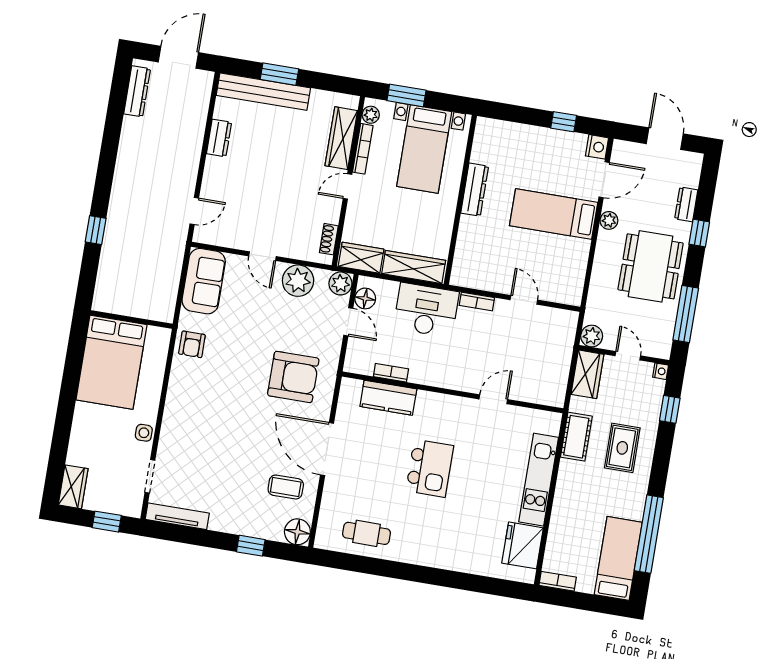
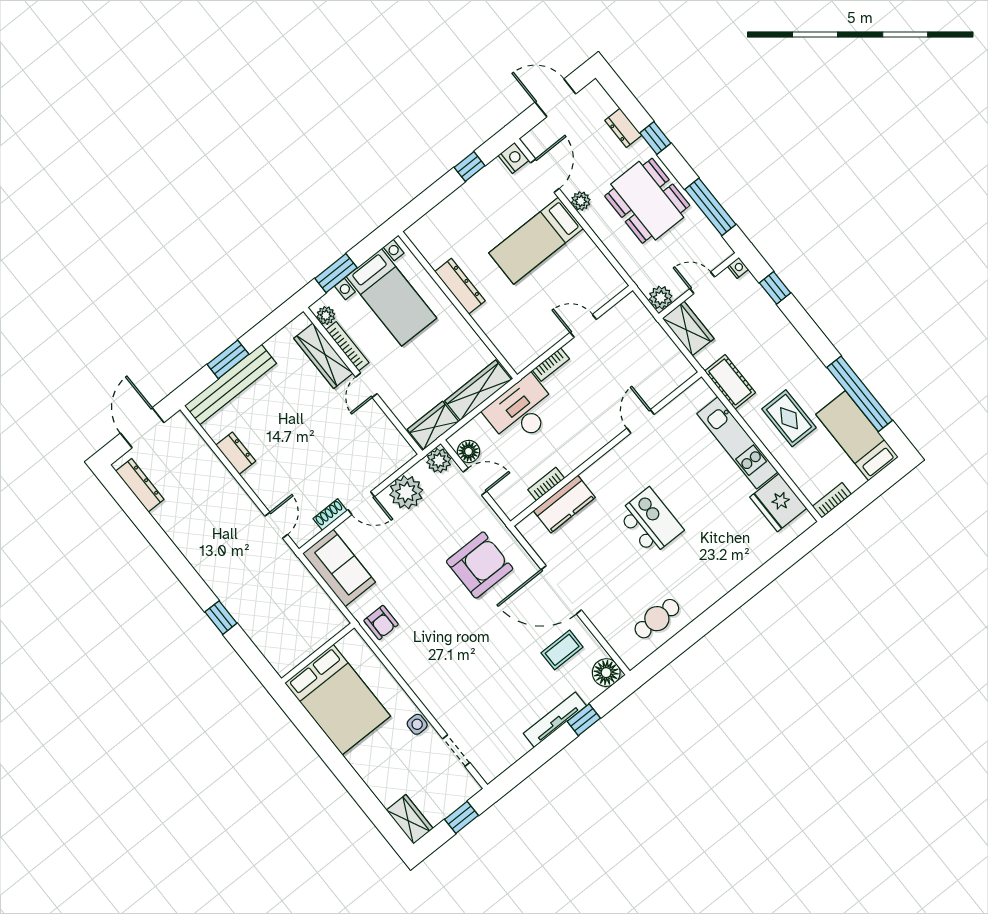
shoe rack: (329, 239) -> (330, 515), moved, turned 90
rug: (622, 448) -> (789, 418), moved
tv unit: (177, 516) -> (555, 720), moved

